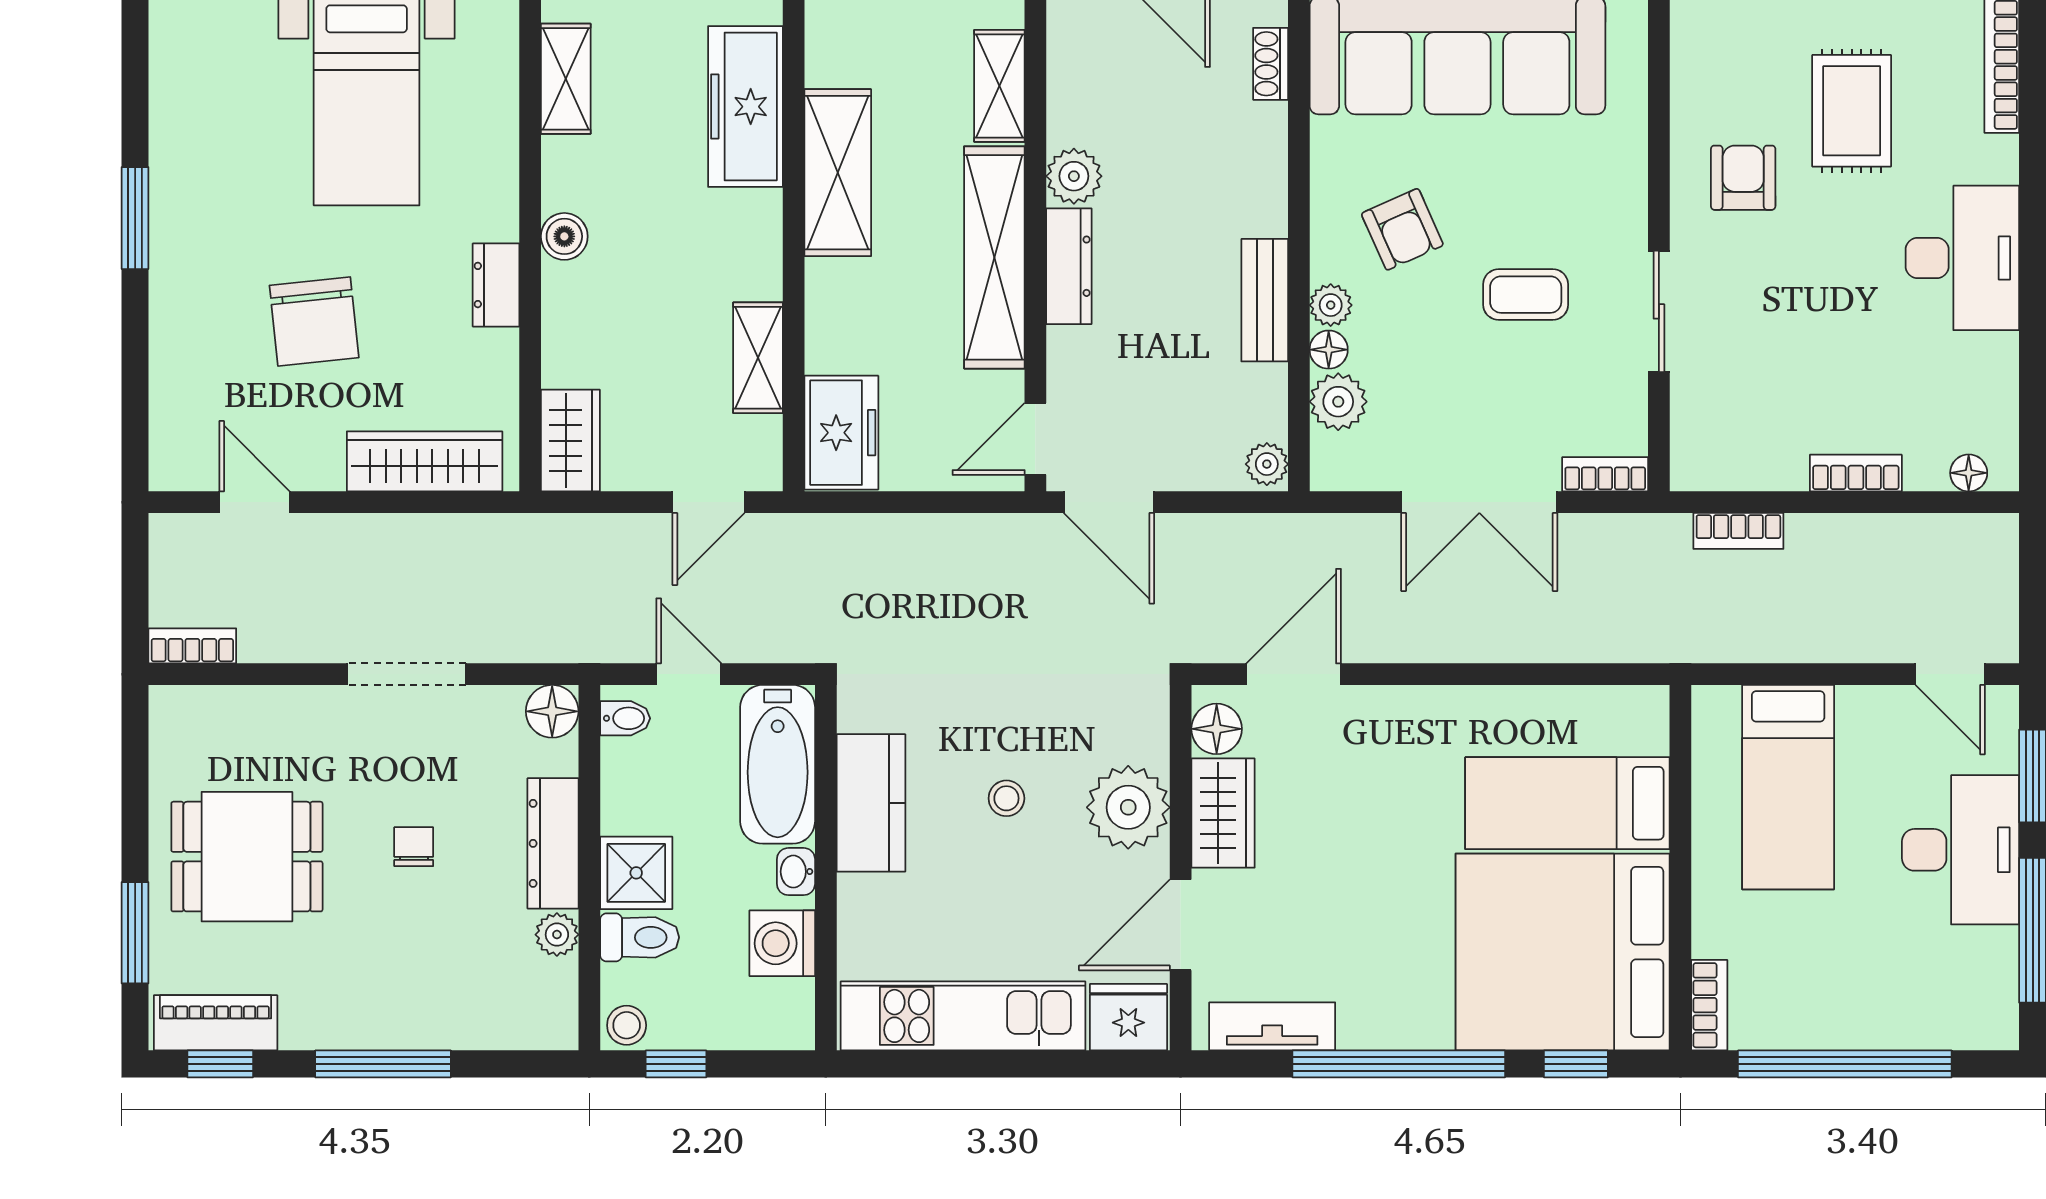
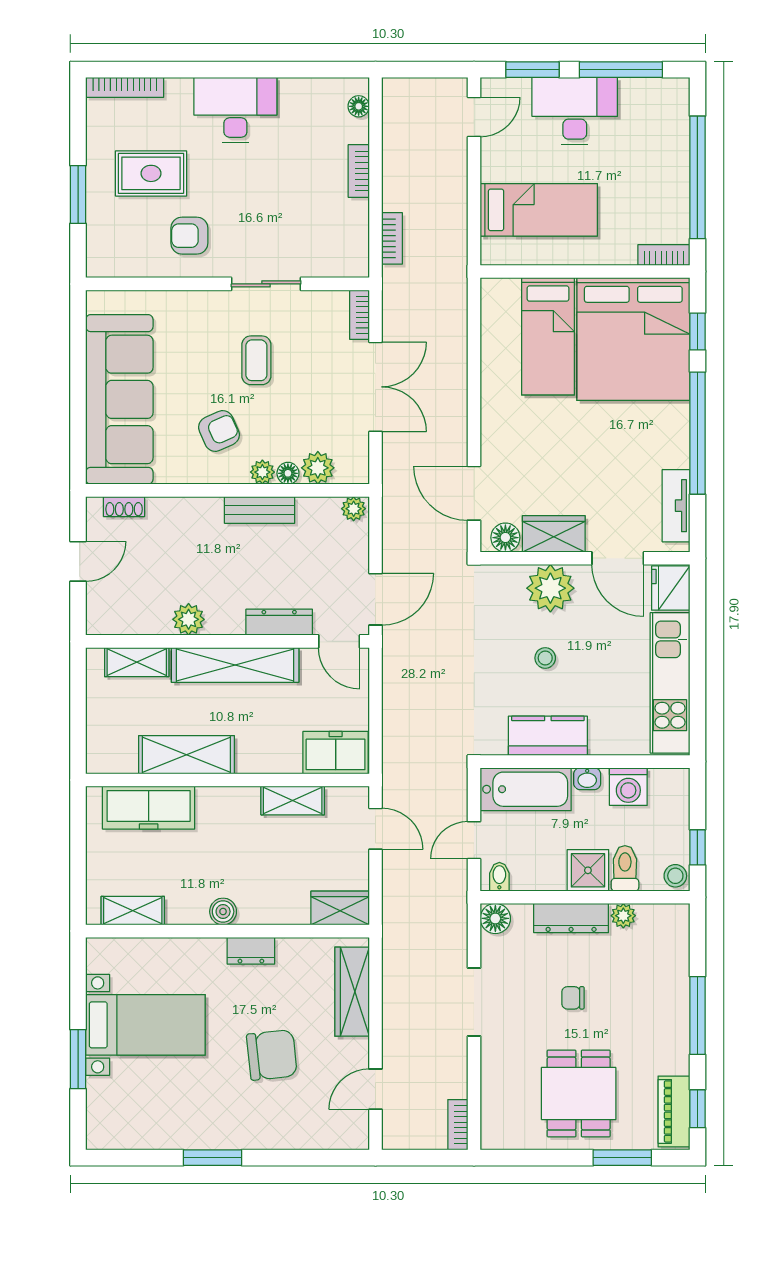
dresser: (1069, 266) -> (279, 622), moved

